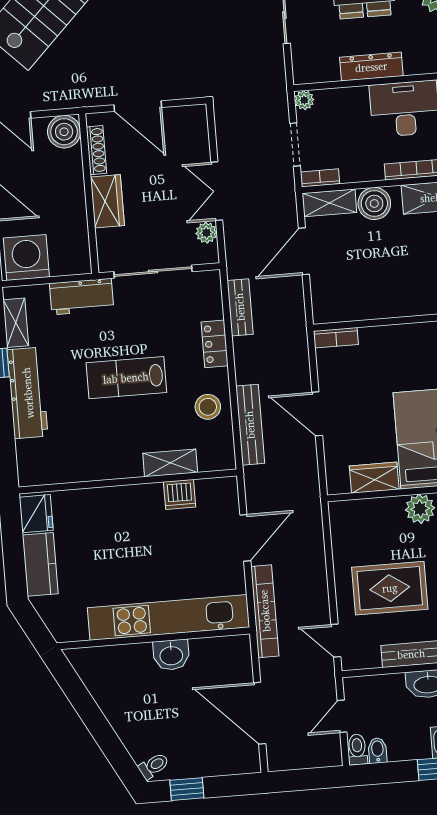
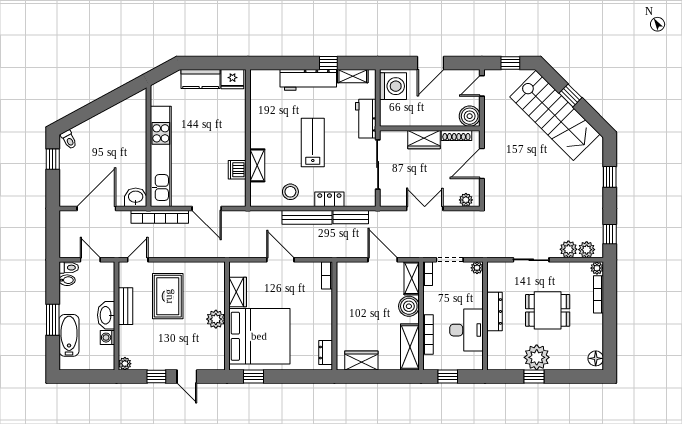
plant: (206, 233) -> (466, 200), moved
door: (317, 414) -> (280, 260), hinge flipped
bench: (250, 425) -> (307, 217), moved
washbasin: (171, 655) -> (136, 197), moved, turned 90

